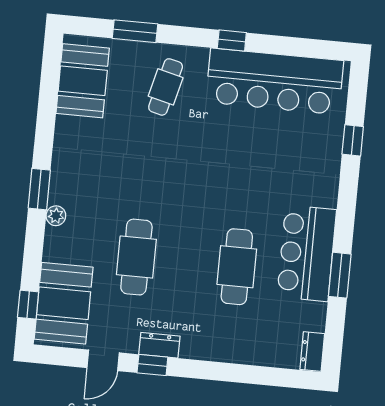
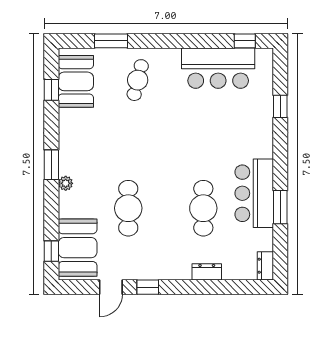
window: (232, 40) -> (245, 41), moved
bar counter: (275, 81) -> (218, 68), width x0.73
window: (49, 89) -> (51, 90), added
dresser: (159, 345) -> (207, 272), moved

